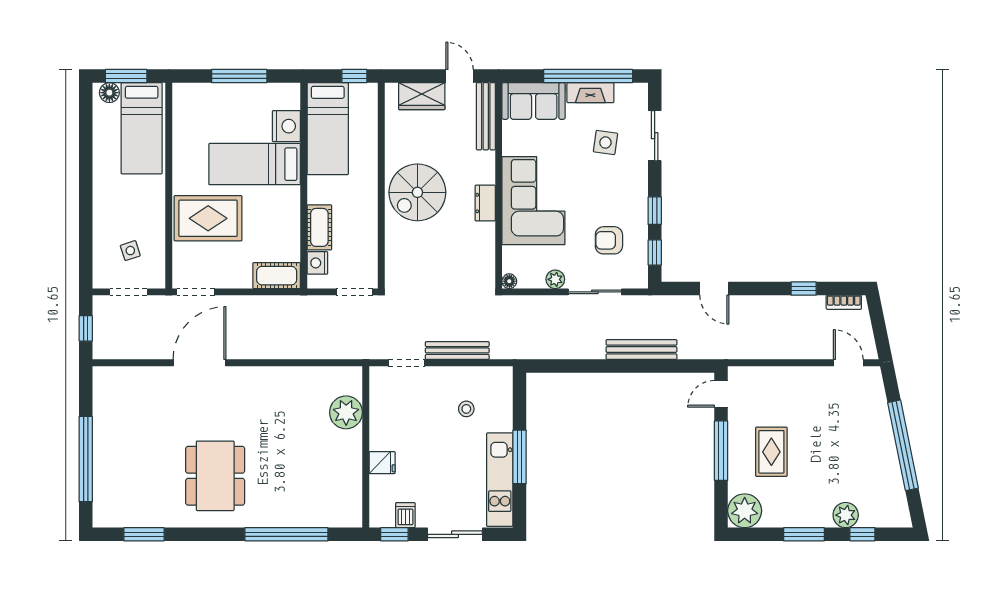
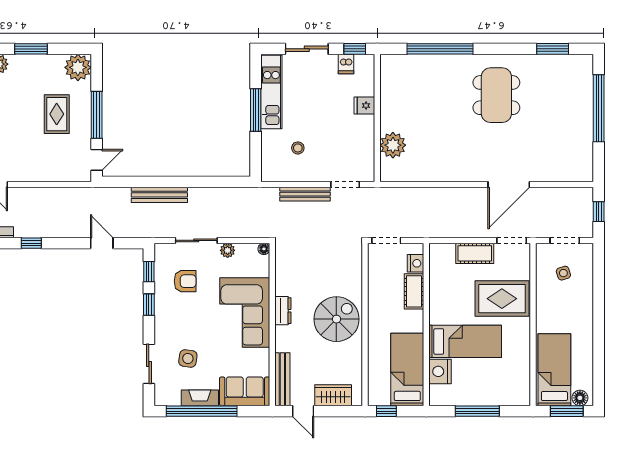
cot: (277, 276) -> (475, 253), moved

